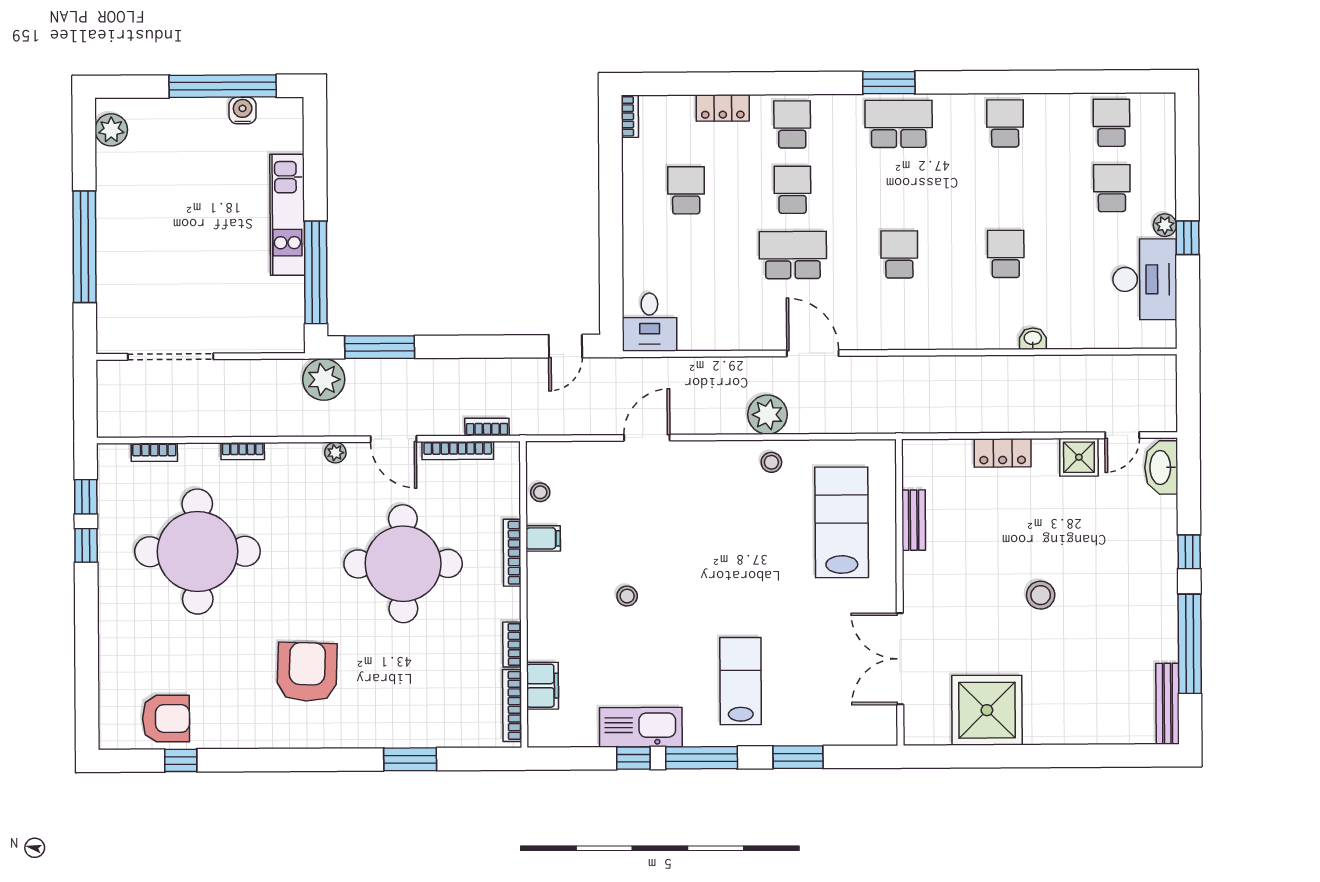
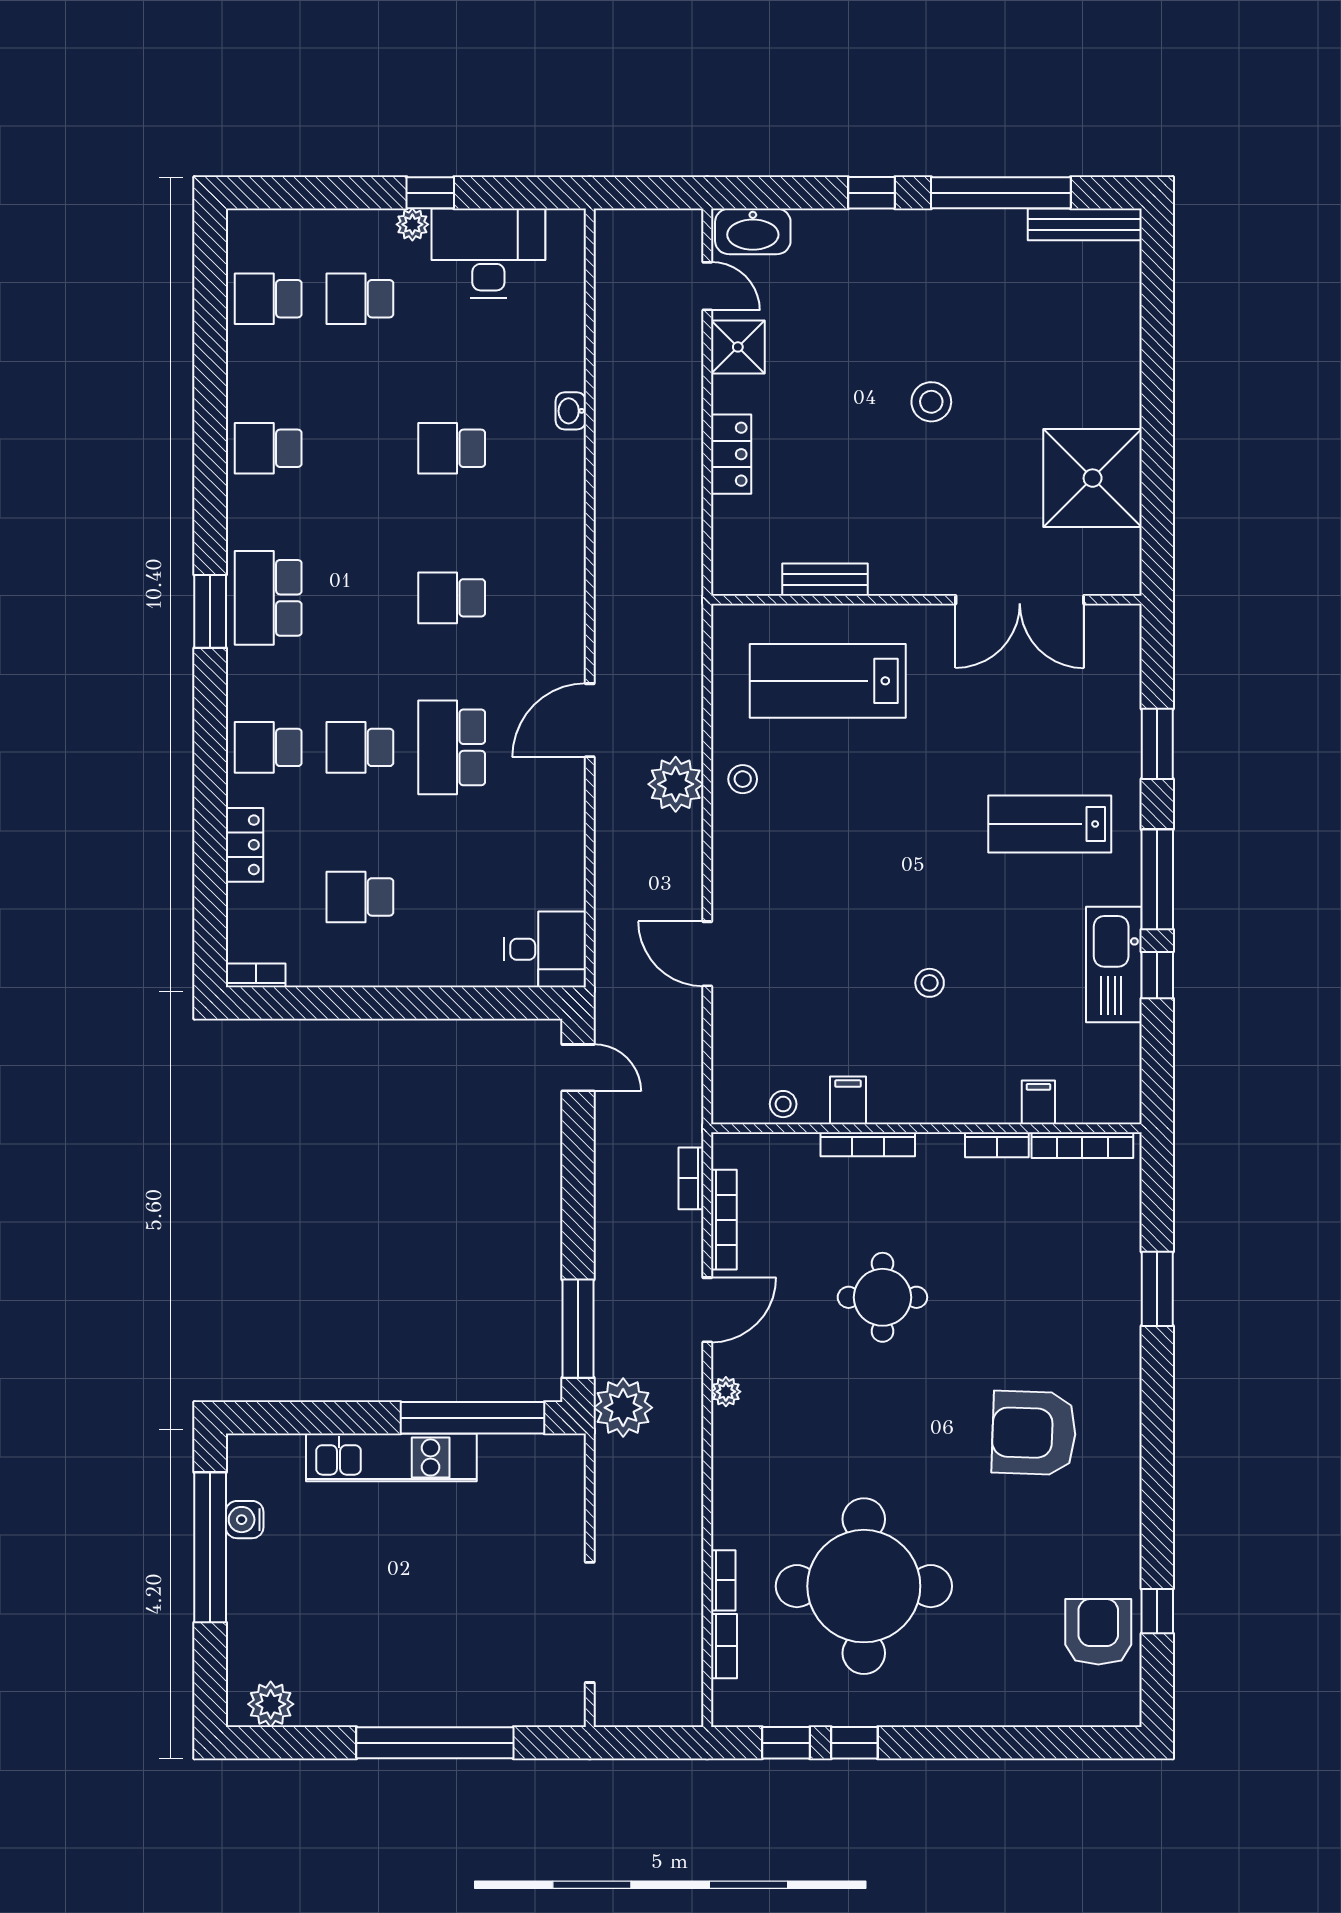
bookcase: (243, 451) -> (723, 1580), moved
round table: (403, 564) -> (882, 1297), width x0.54, depth x0.54
filing cabinet: (543, 686) -> (1038, 1102), width x0.50

